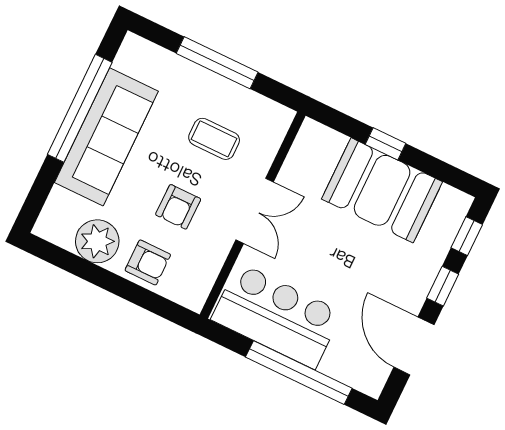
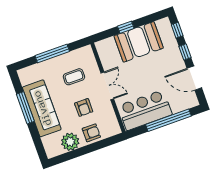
window: (80, 108) -> (25, 108), width x0.68

